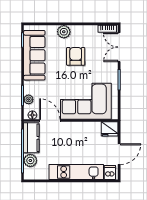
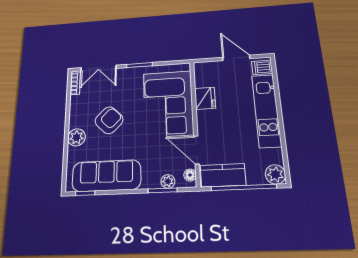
armchair: (76, 56) -> (109, 120), turned 135
door: (50, 120) -> (196, 150), hinge flipped
fridge: (110, 129) -> (205, 98), moved
plant: (30, 160) -> (275, 174), moved

